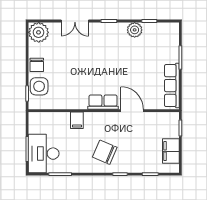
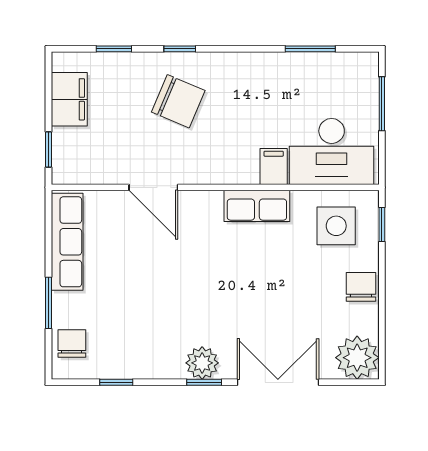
double door: (75, 21) -> (278, 382), width x1.37
plant: (135, 30) -> (202, 363), moved
chair: (170, 39) -> (72, 343), added
side table: (39, 86) -> (336, 226), moved
row of seats: (103, 102) -> (257, 206), moved
chair: (105, 152) -> (178, 101), moved
desk: (44, 154) -> (332, 151), moved, turned 90

